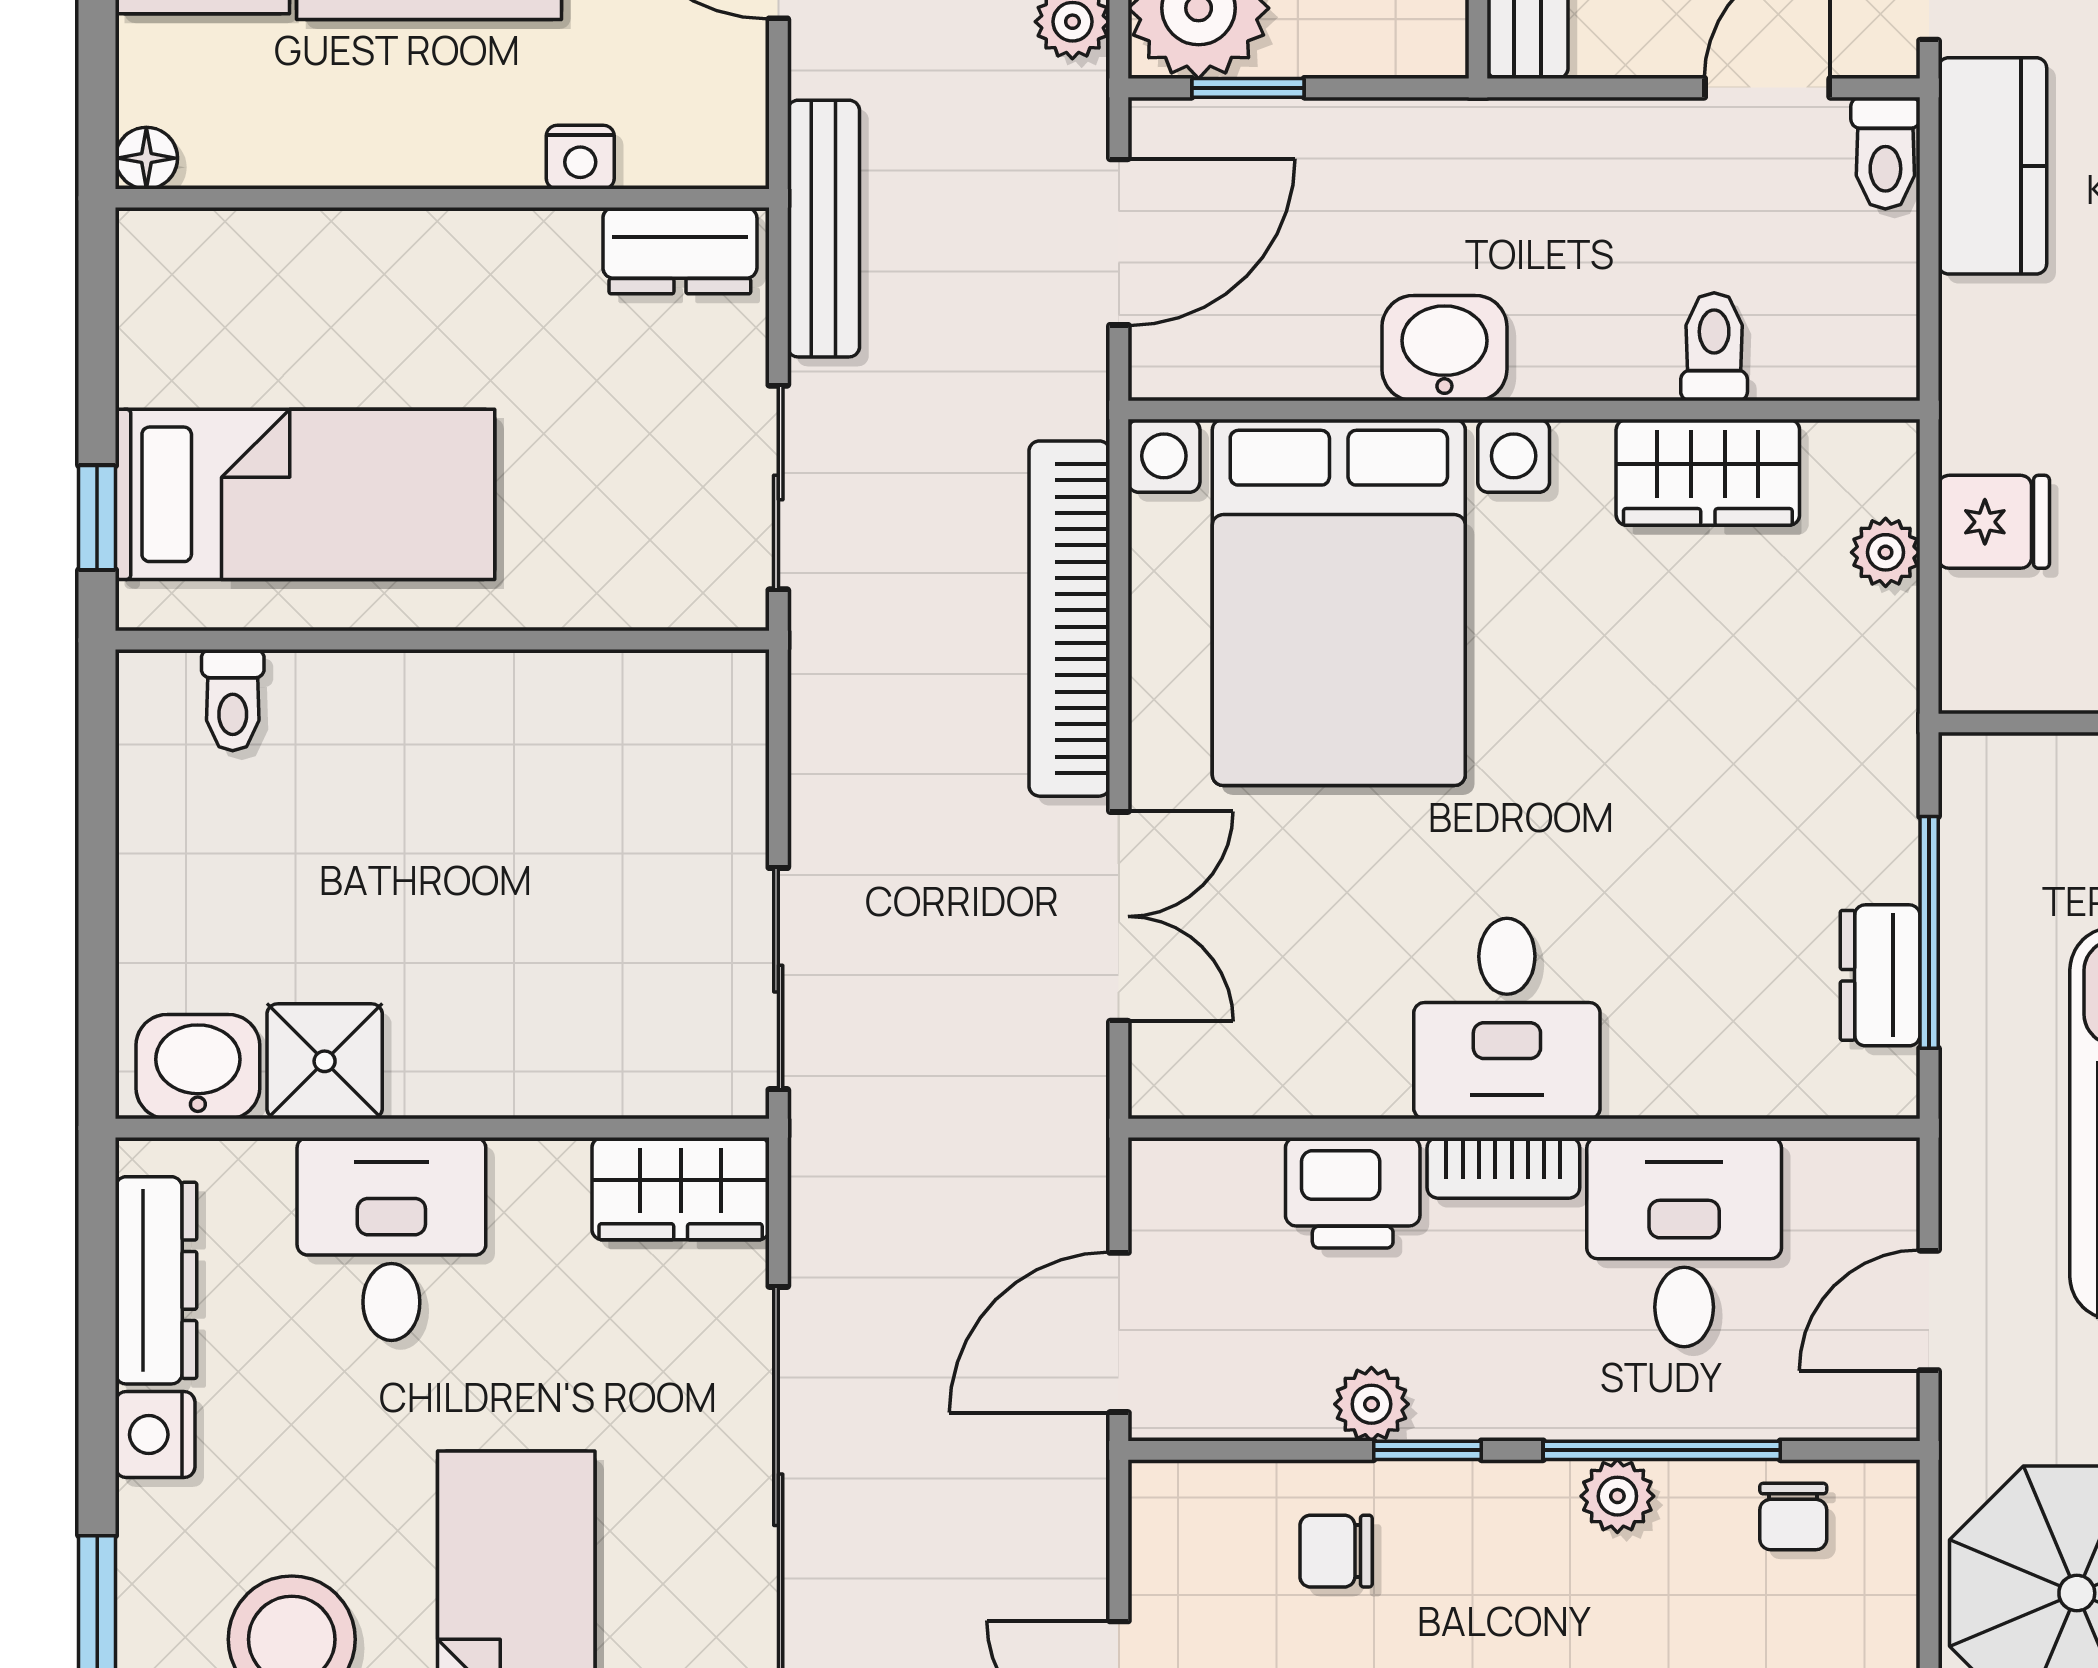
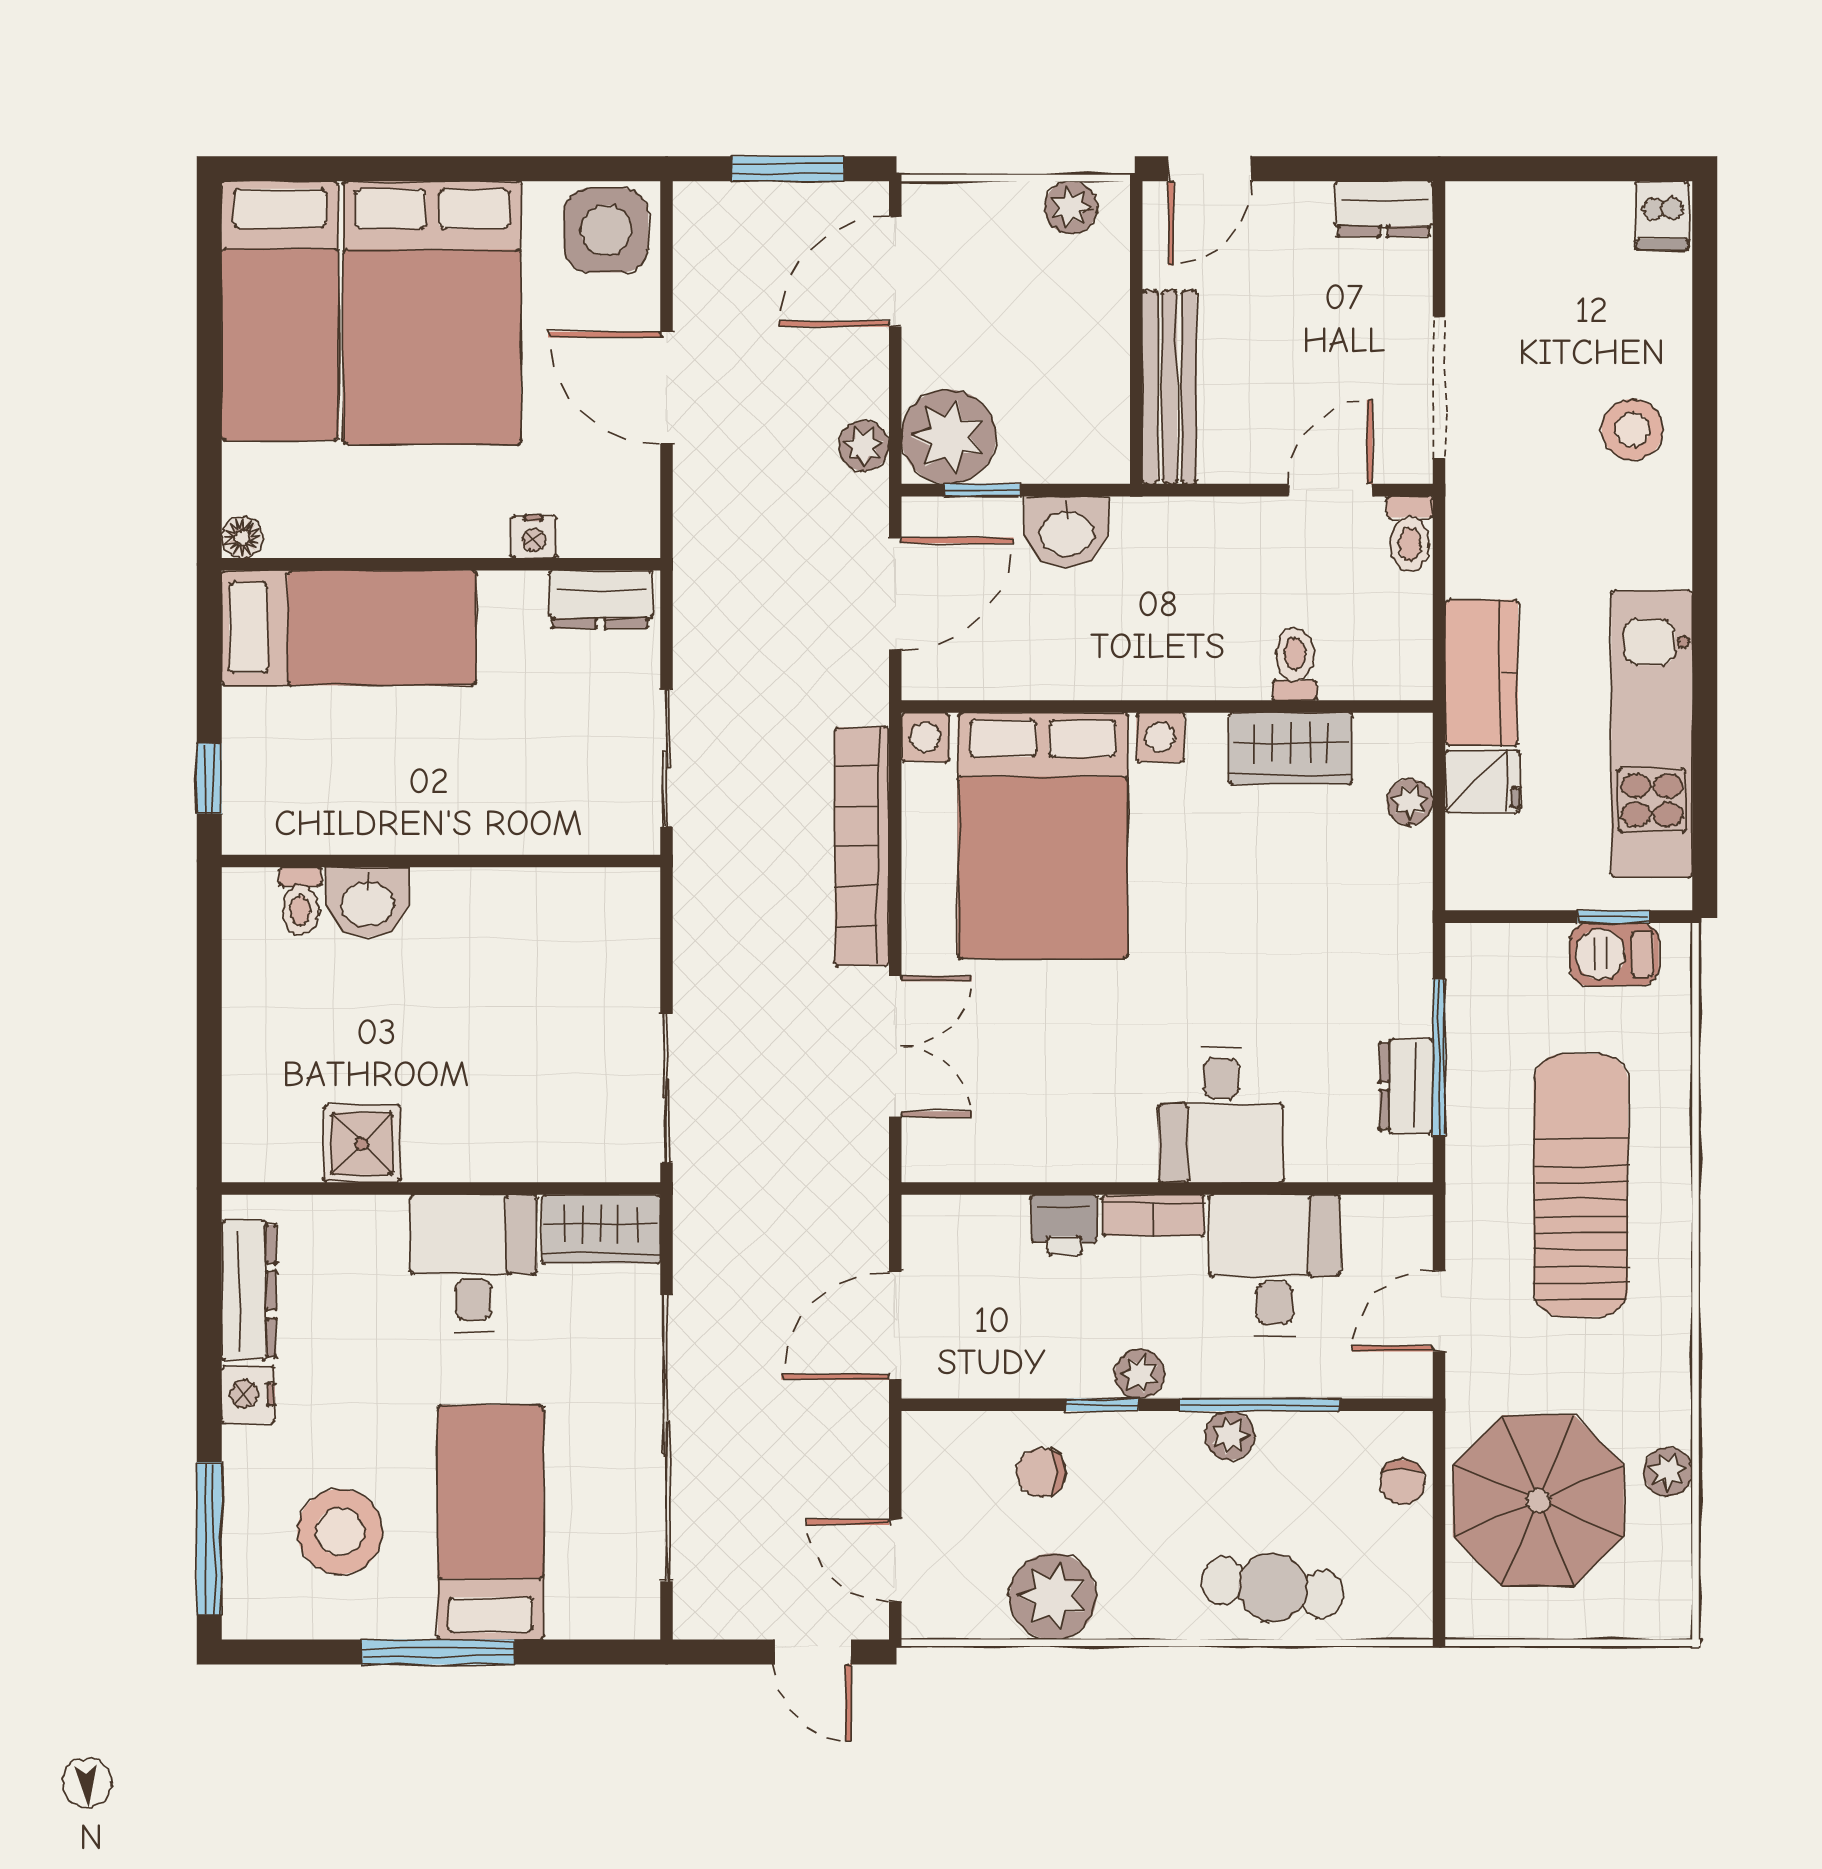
kitchen counter: (1992, 166) -> (1482, 673), moved
bench: (823, 229) -> (697, 585), removed
washbasin: (1444, 348) -> (1066, 532), moved, turned 180
bed: (305, 494) -> (349, 628), moved
desk: (1507, 1019) -> (1221, 1115), moved
washbasin: (198, 1067) -> (368, 902), moved, turned 180
printer: (1353, 1193) -> (1064, 1225), width x0.73, depth x0.81
desk: (391, 1239) -> (473, 1263), moved
plant: (1371, 1404) -> (1140, 1374), moved
chair: (1793, 1517) -> (1403, 1482), moved

